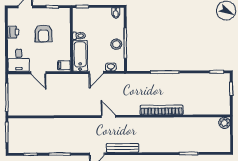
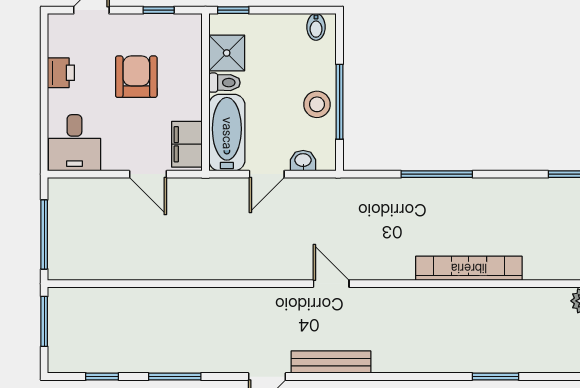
shower: (80, 24) -> (227, 53), added
armchair: (44, 34) -> (136, 77), turned 180
filing cabinet: (64, 65) -> (187, 144), width x2.00
door: (38, 73) -> (148, 174), moved
bookcase: (162, 110) -> (469, 268), moved
door: (108, 116) -> (331, 284), moved

